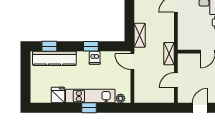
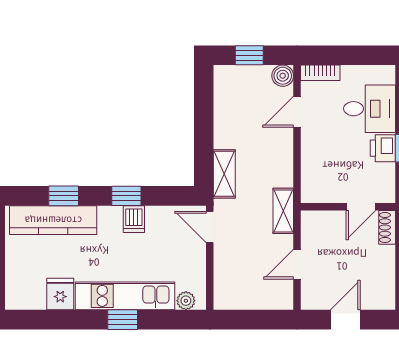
window: (49, 46) -> (64, 196), moved

